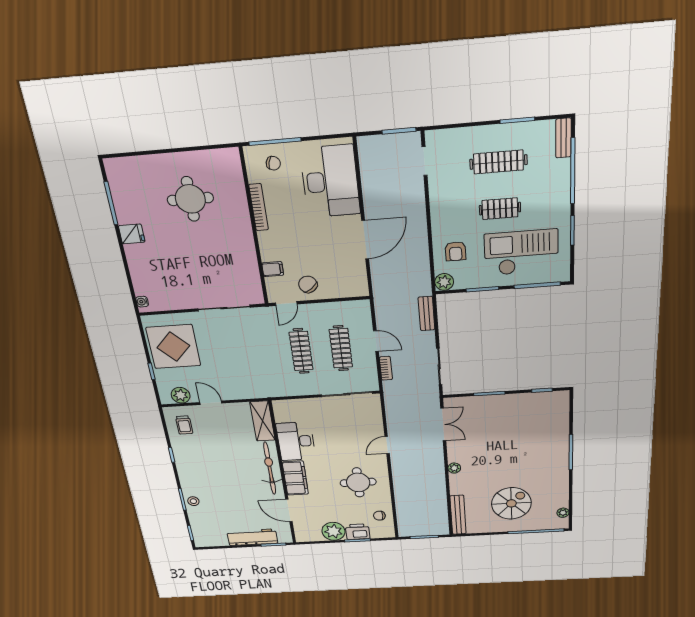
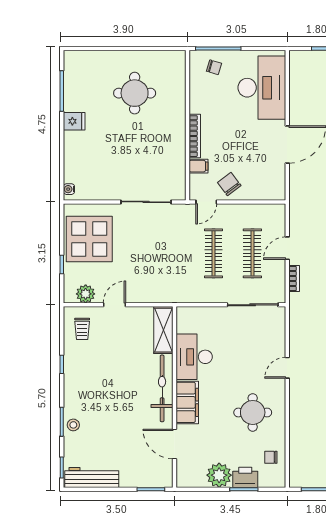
bookcase: (259, 207) -> (195, 136), moved
door: (376, 341) -> (287, 248), swing flipped
door: (211, 403) -> (114, 305), hinge flipped
workbench: (252, 537) -> (92, 478), moved

